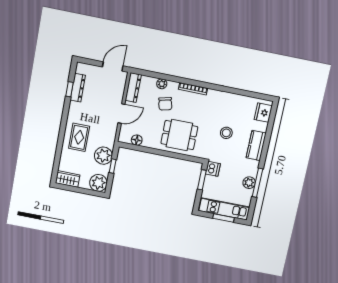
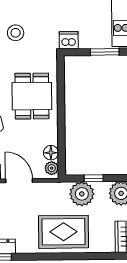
rug: (79, 137) -> (64, 232), width x1.36, depth x1.43
plant: (126, 138) -> (52, 168), added
window: (202, 180) -> (105, 52), moved

